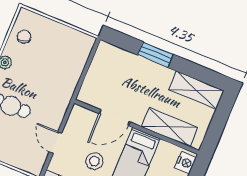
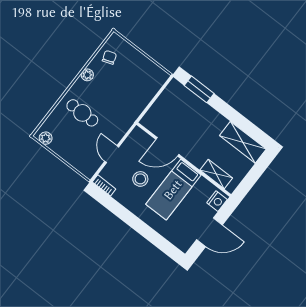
window: (155, 55) -> (199, 89), moved
shelving: (169, 127) -> (216, 174), width x0.67, depth x0.75

